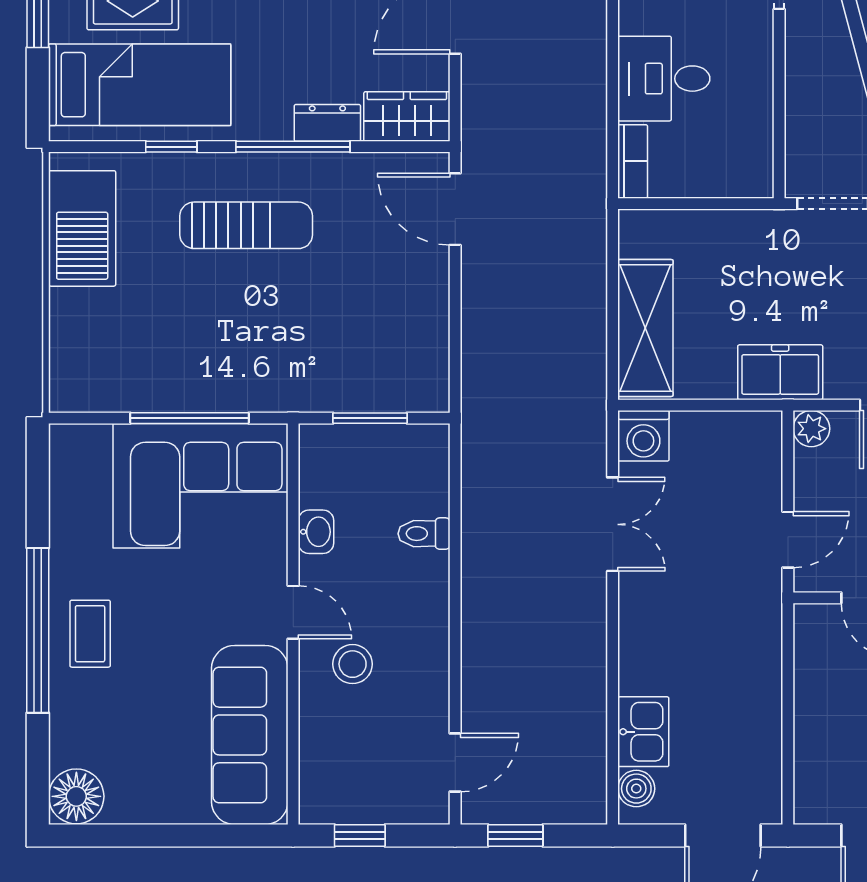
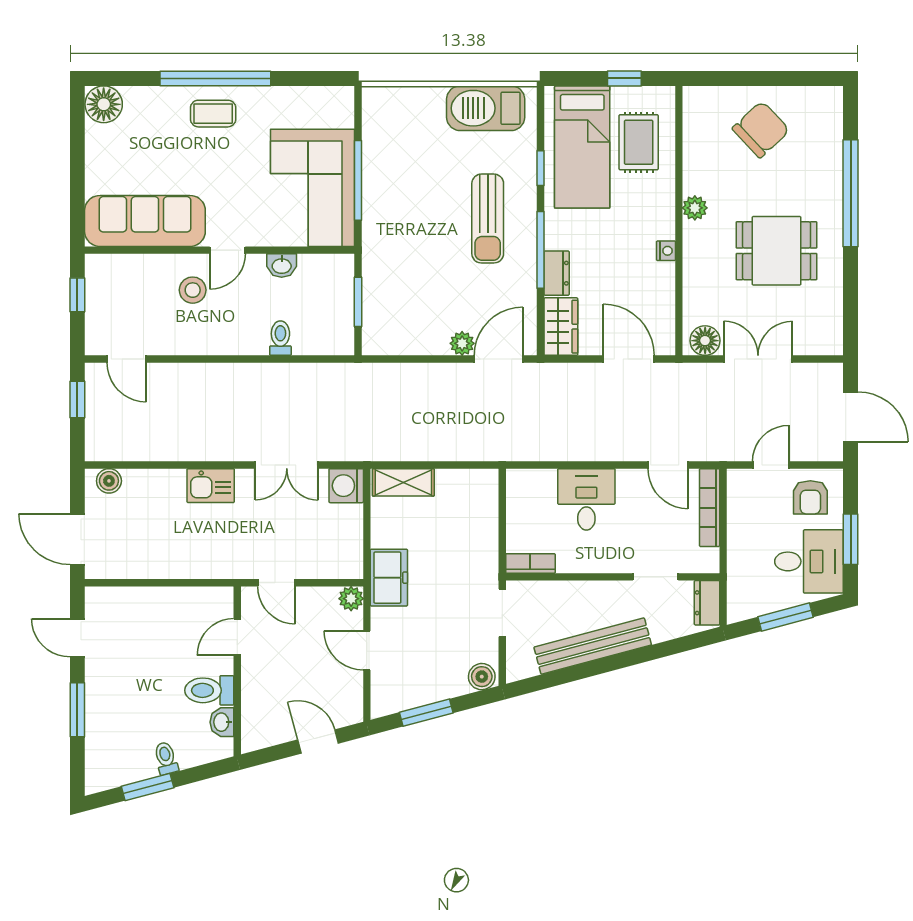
bookcase: (633, 161) -> (530, 563), moved, turned 180
plant: (432, 263) -> (462, 343), added
shelving: (645, 328) -> (403, 482), width x0.67, depth x0.75
kitchen sink: (643, 732) -> (211, 486), moved

